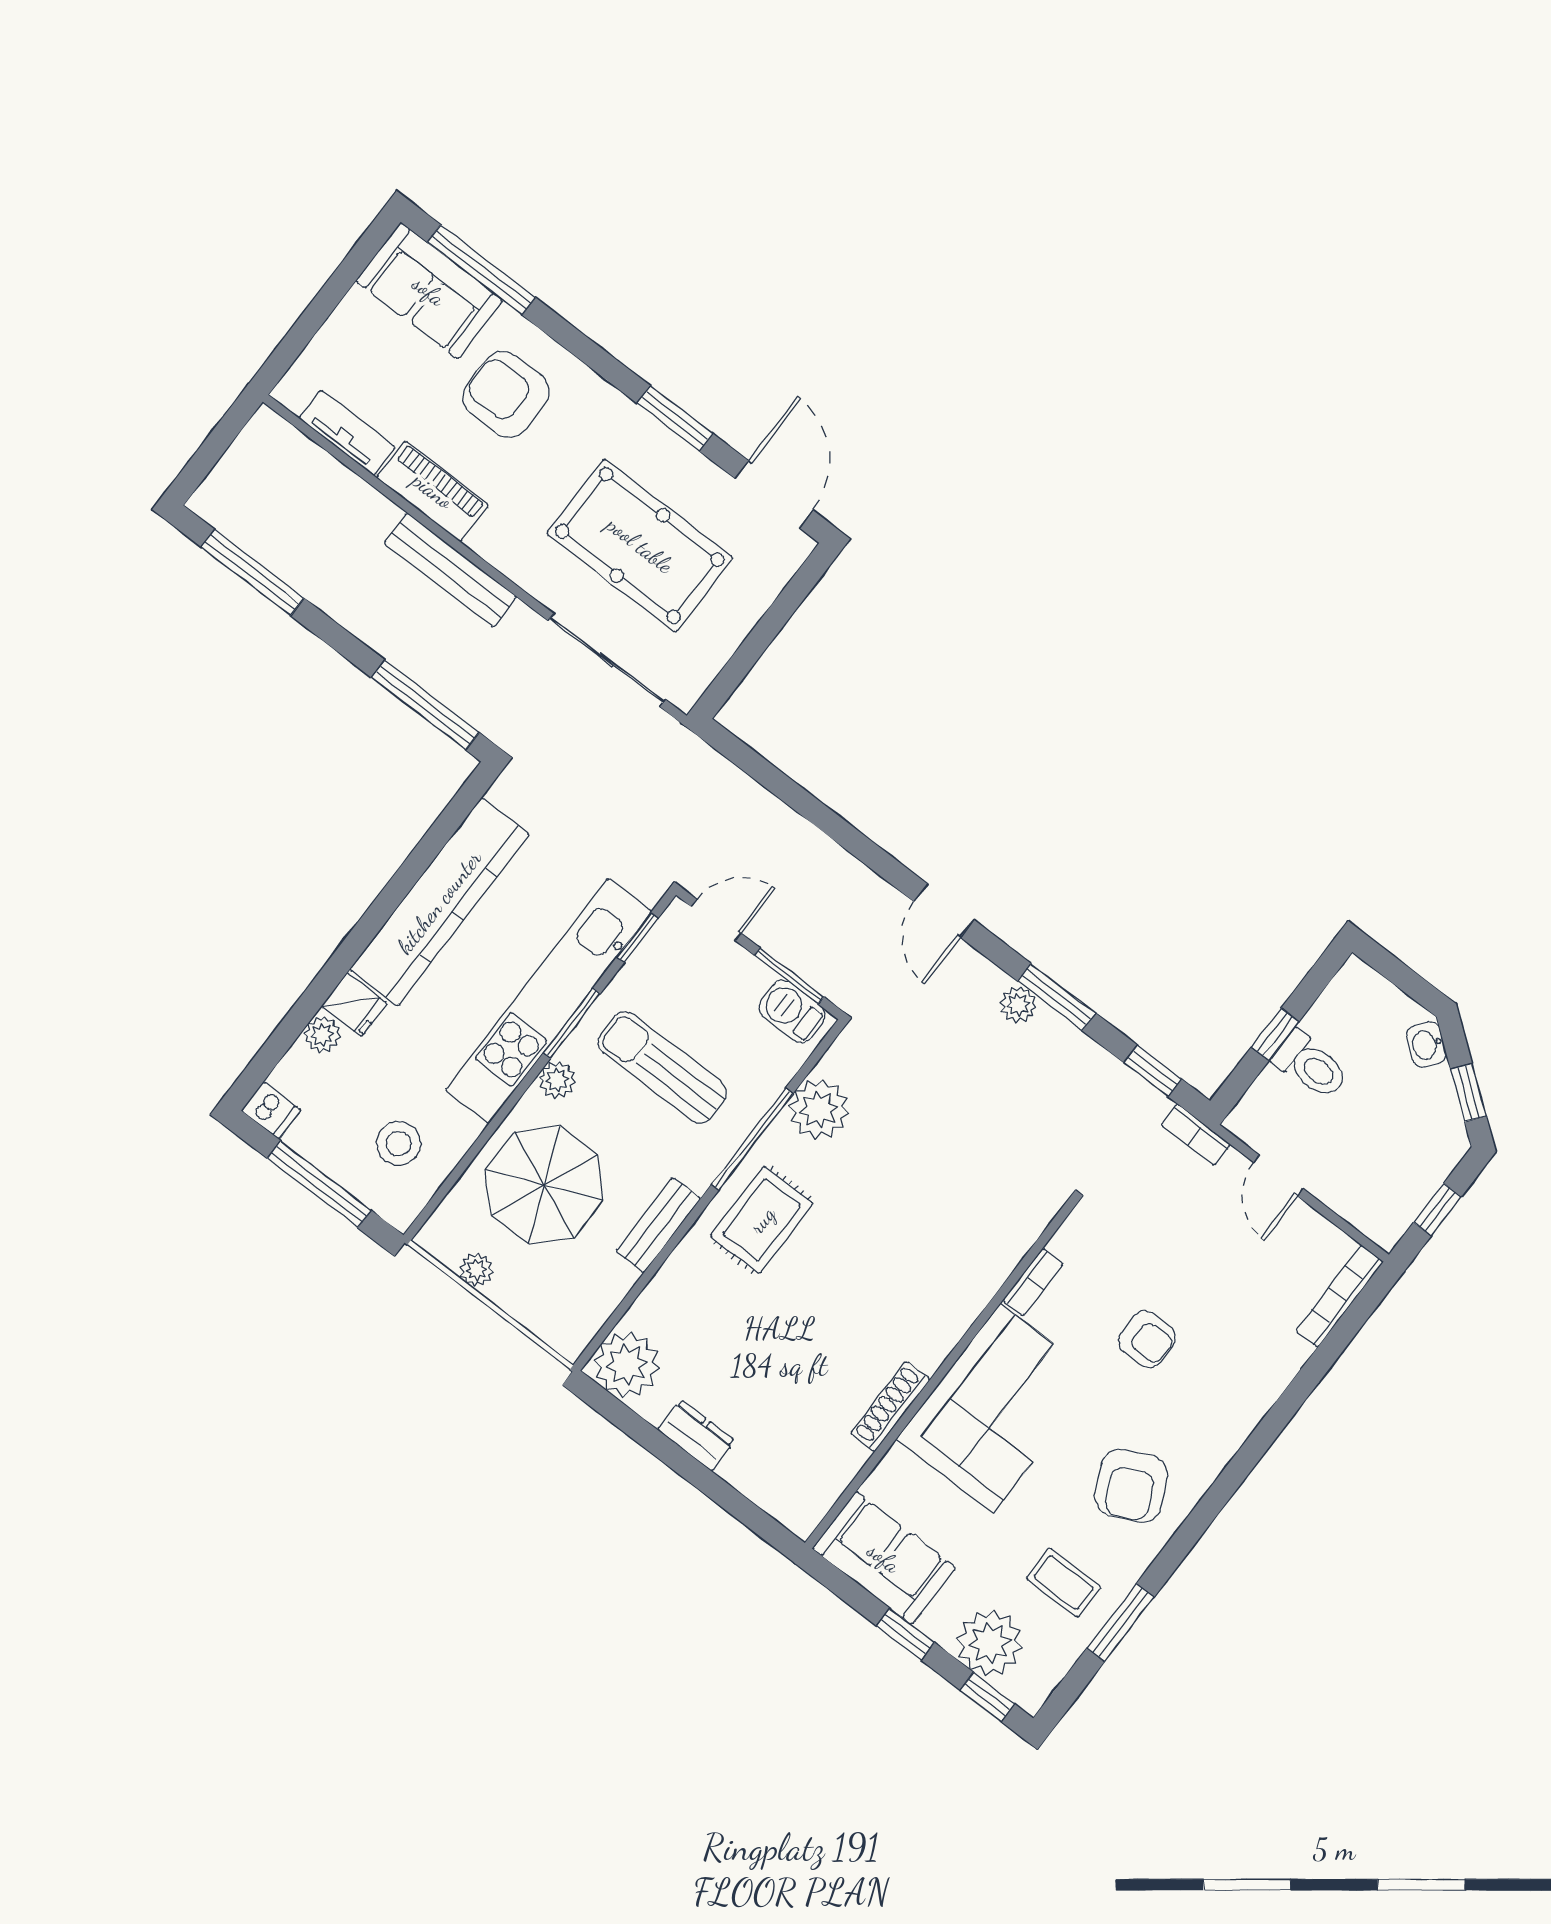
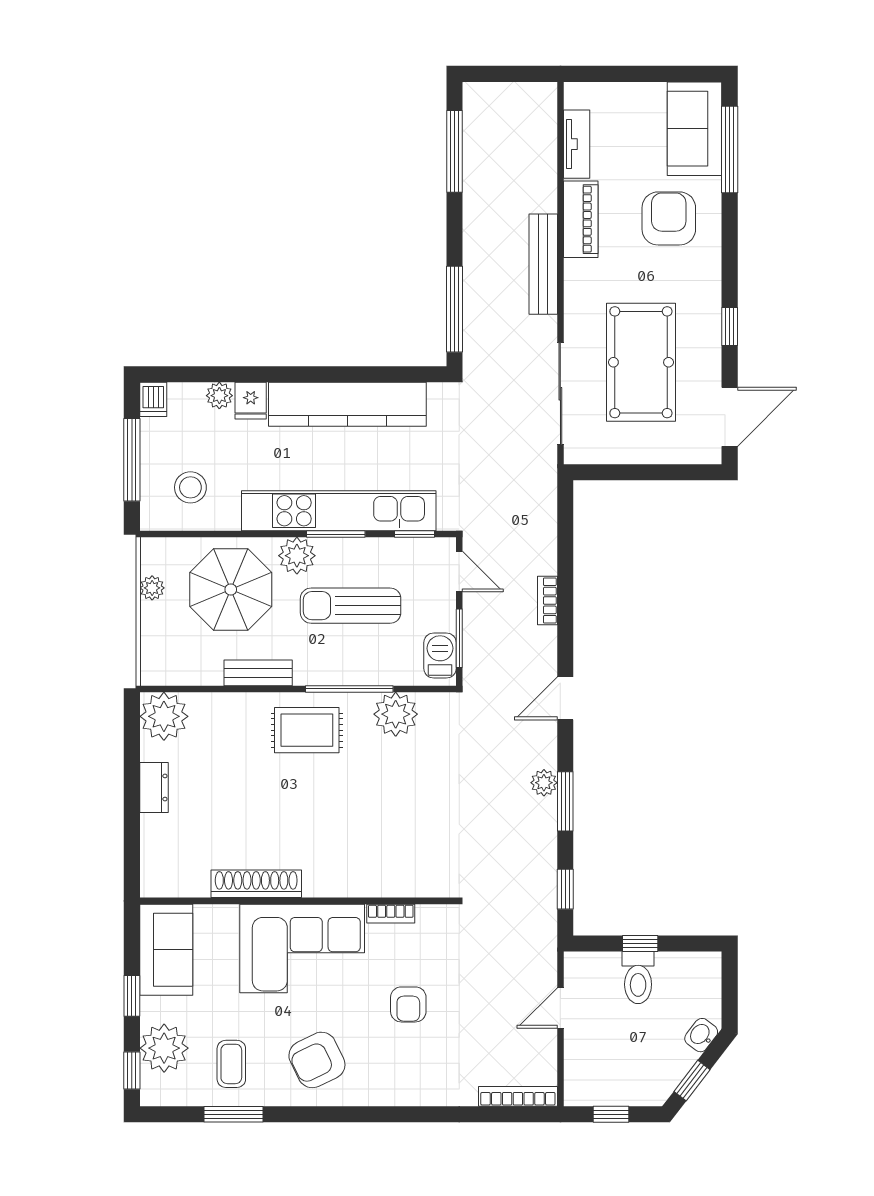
window: (675, 418) -> (730, 326), width x0.67
sun lounger: (662, 1067) -> (351, 606), turned -90
plant: (557, 1080) -> (297, 556), width x1.38, depth x1.38
bookcase: (1196, 1135) -> (547, 601), moved
shoe rack: (890, 1406) -> (256, 884), width x1.36, depth x1.24

